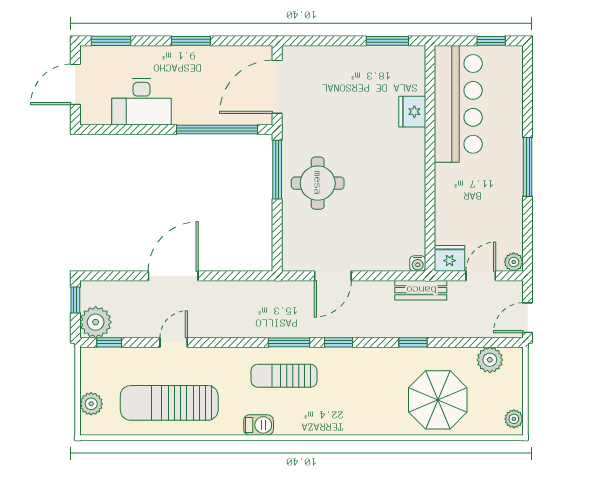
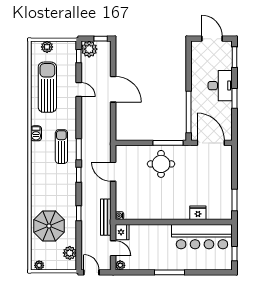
desk: (142, 102) -> (220, 86), moved, turned 180
bench: (421, 290) -> (106, 217), width x1.36

